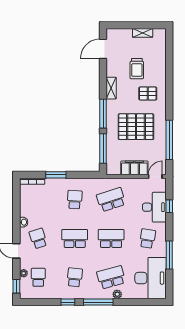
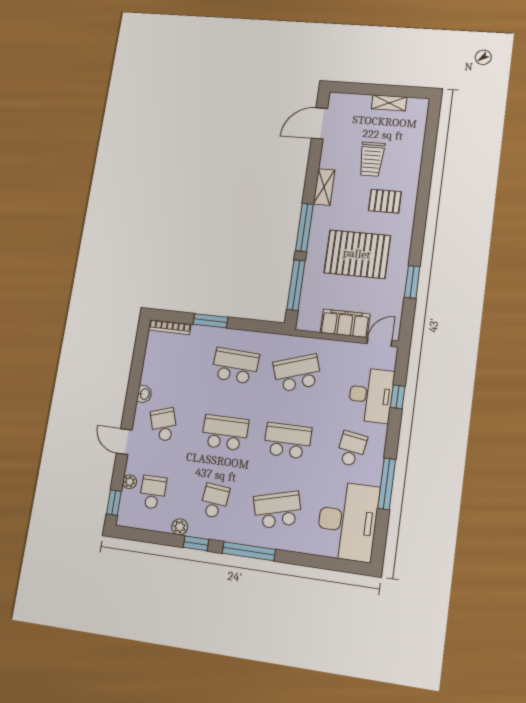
window: (169, 140) -> (412, 282), width x0.47
school desk: (75, 200) -> (235, 366), width x1.85
plant: (117, 294) -> (180, 527), moved

